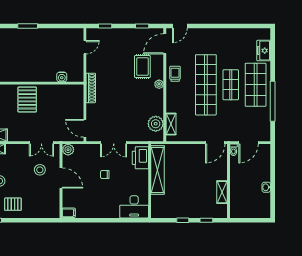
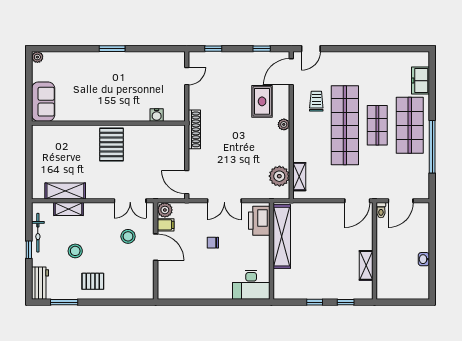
trolley: (175, 74) -> (316, 101), moved
filing cabinet: (69, 213) -> (166, 225), moved

